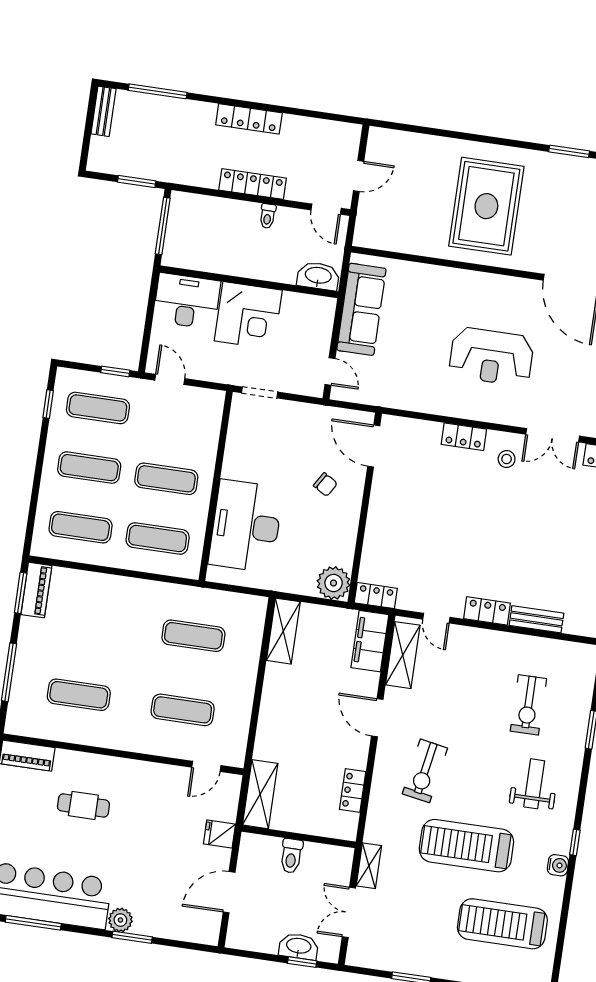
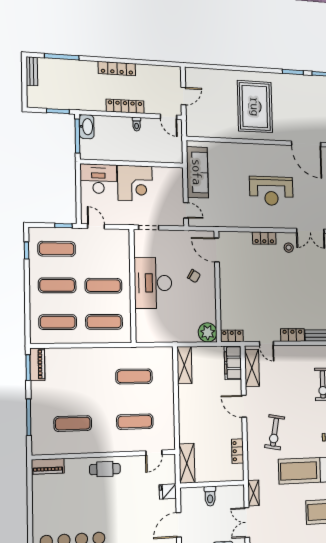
washbasin: (318, 276) -> (87, 127), moved, turned 90
desk: (246, 526) -> (153, 283), moved
cafe table: (83, 805) -> (105, 469), moved

